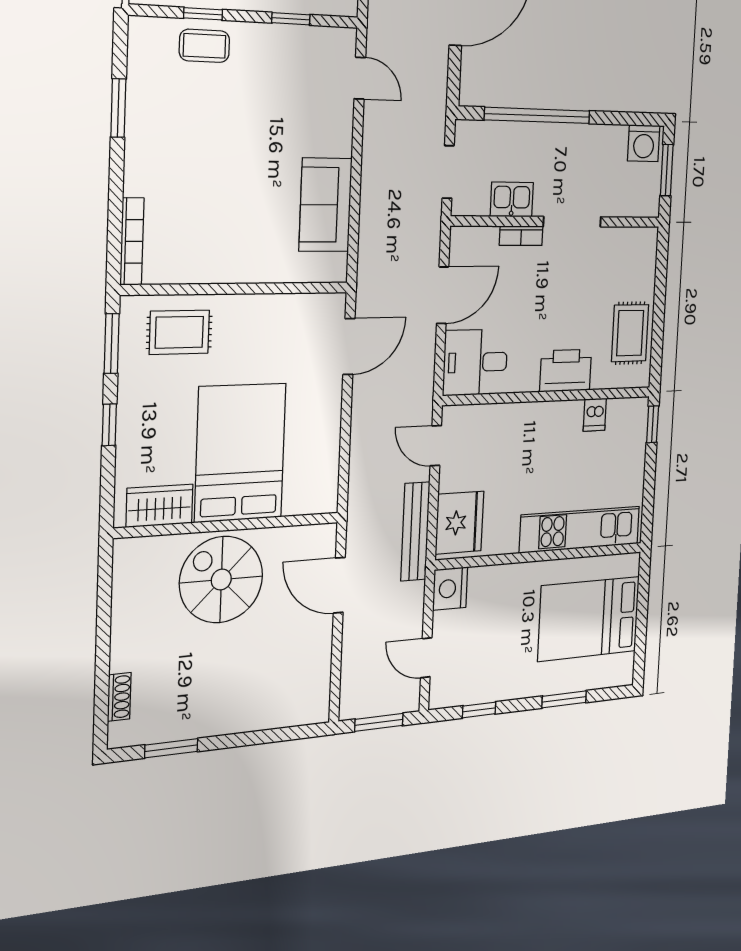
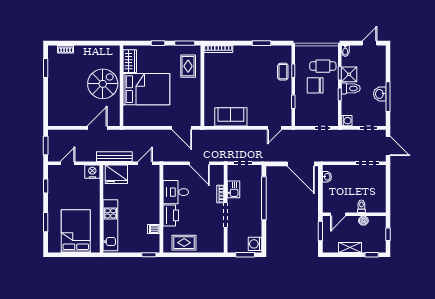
desk: (475, 362) -> (176, 192), moved, turned -90

